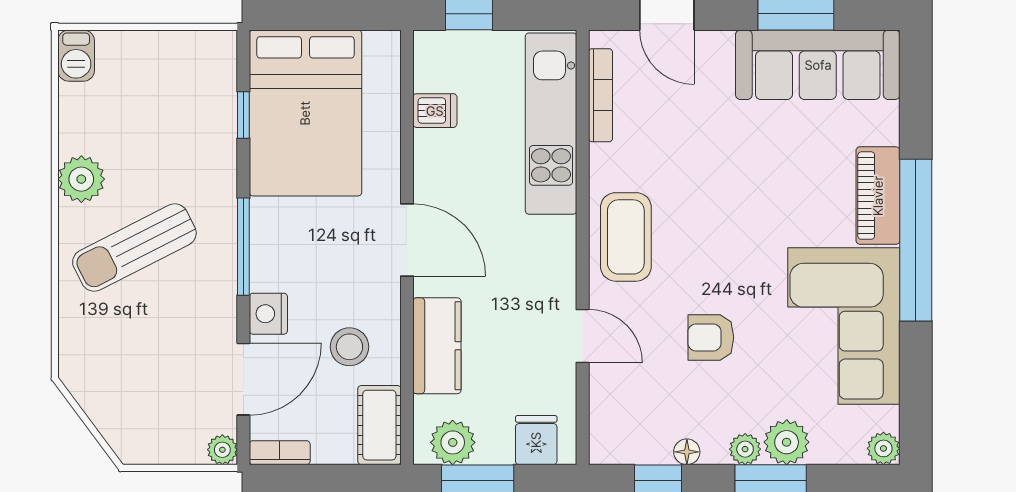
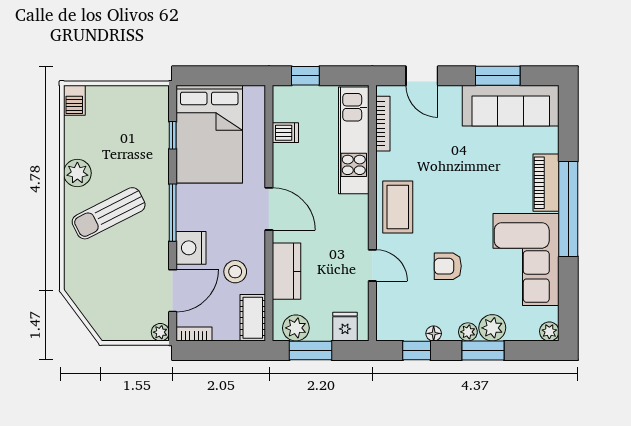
nightstand: (268, 314) -> (191, 248), width x1.36, depth x1.33

